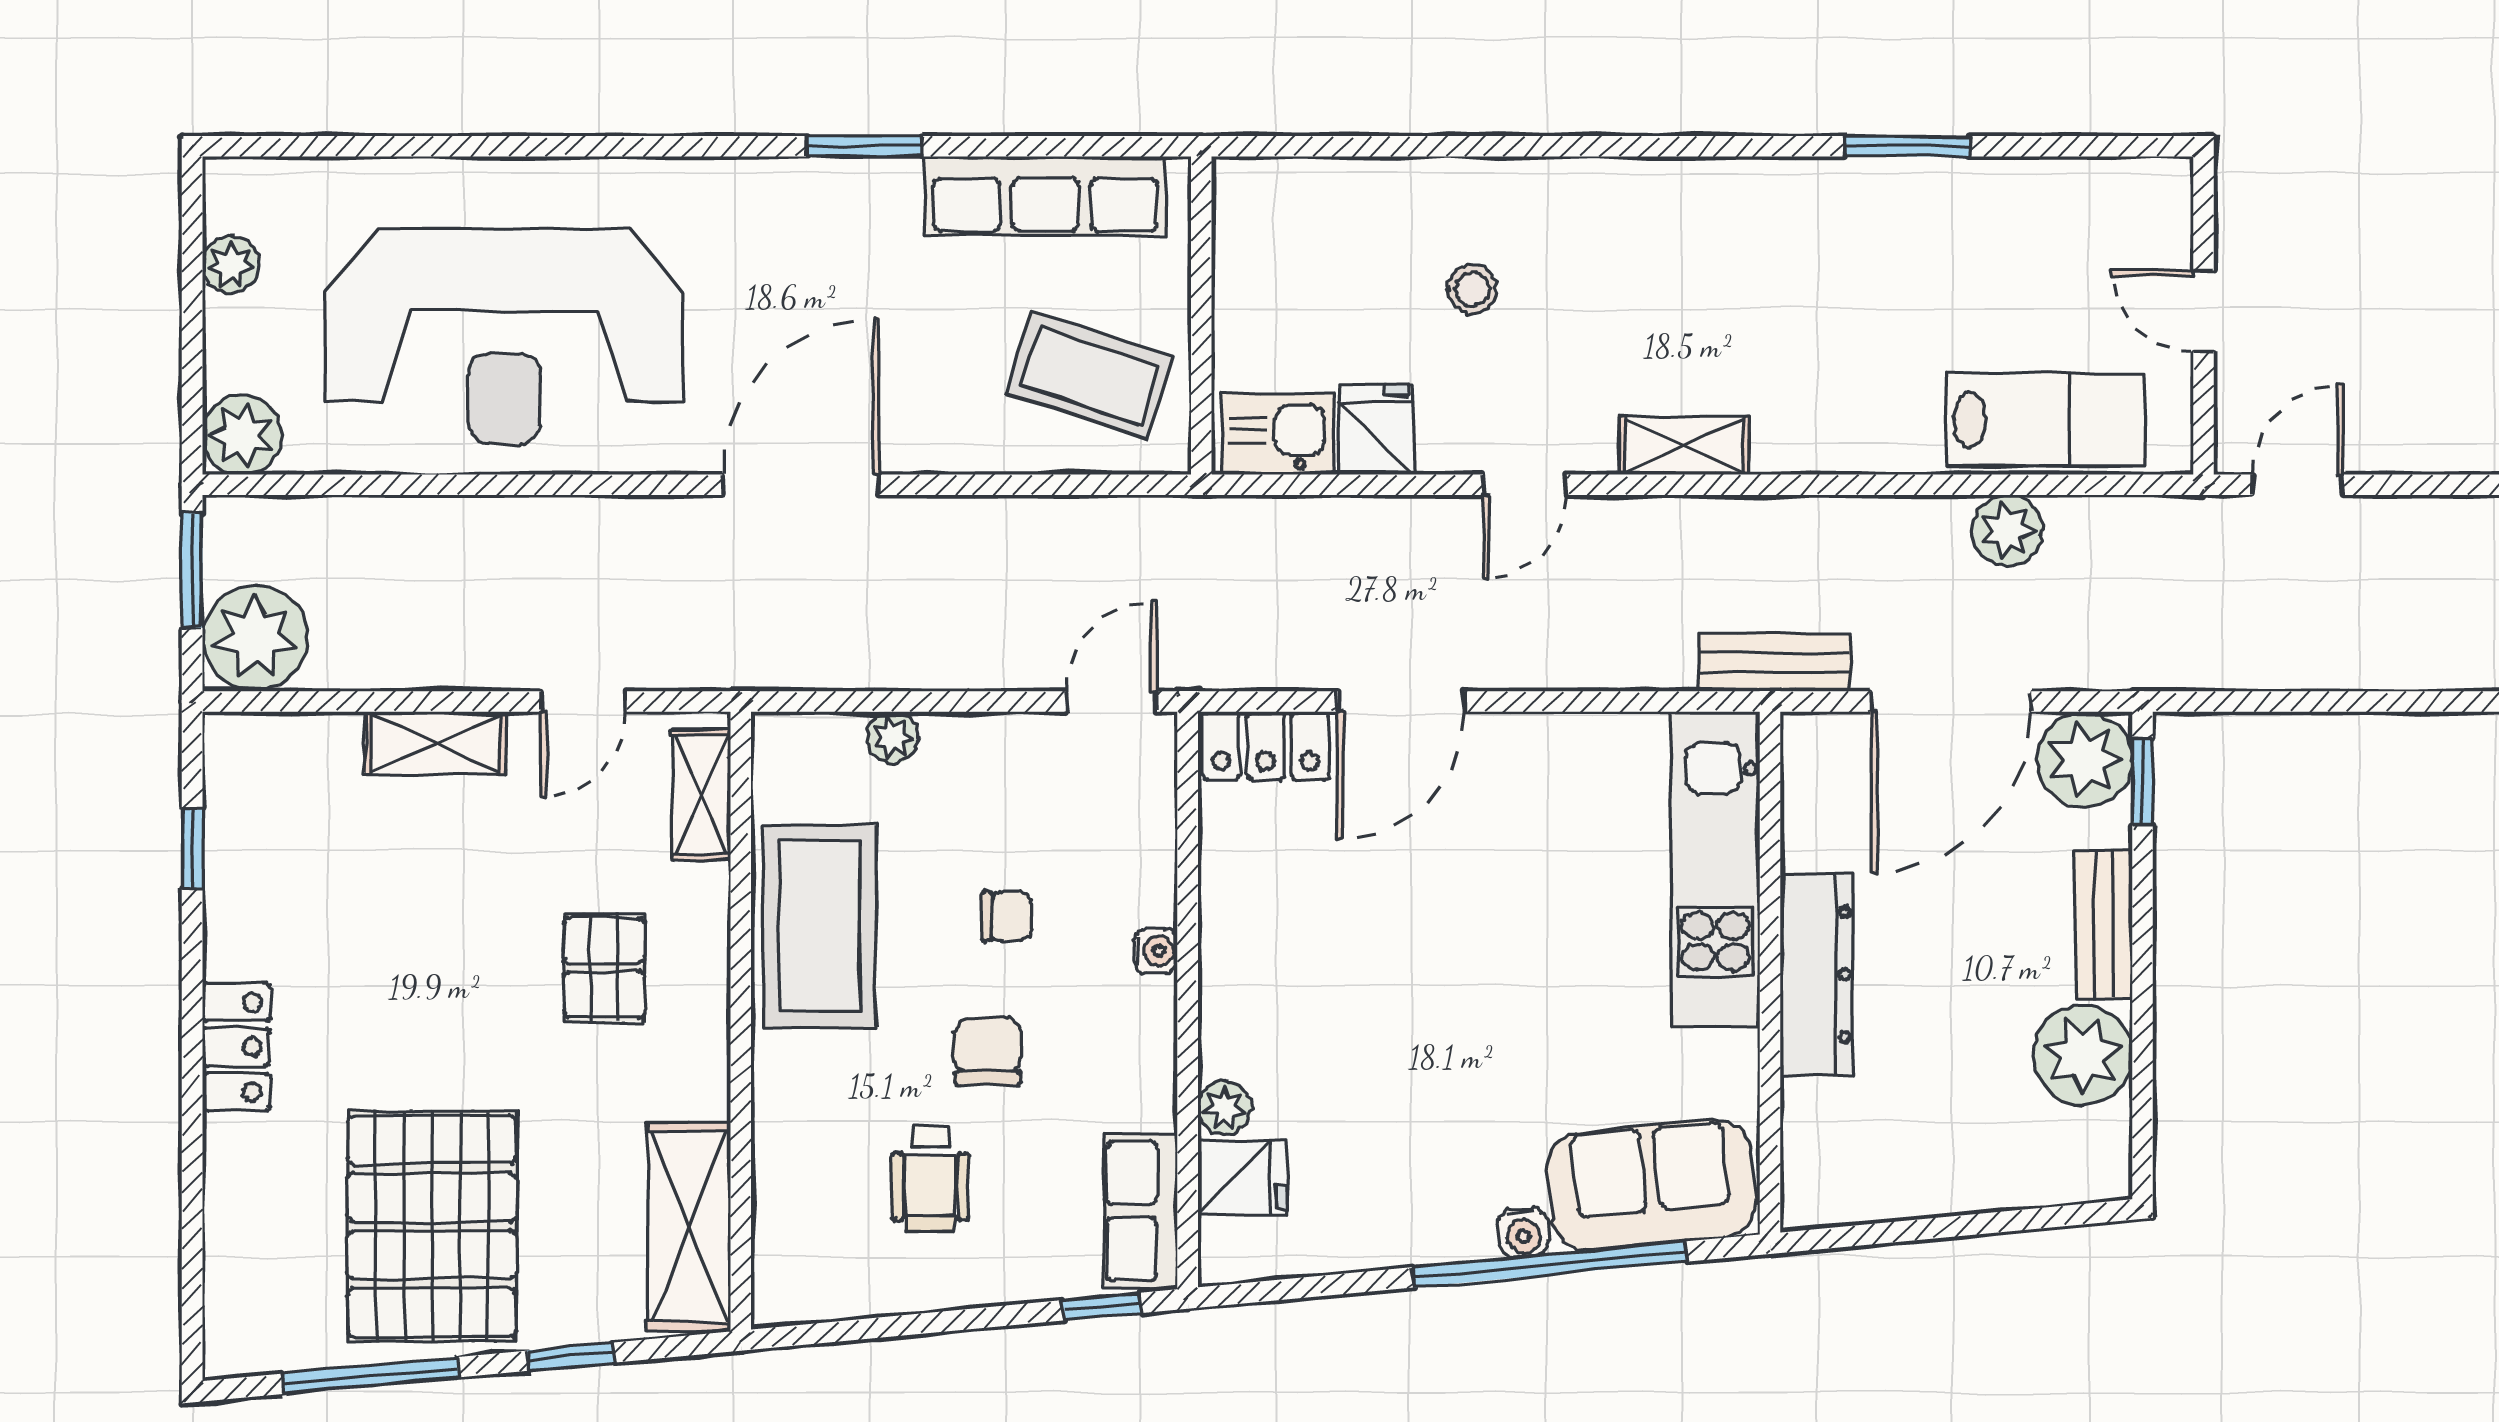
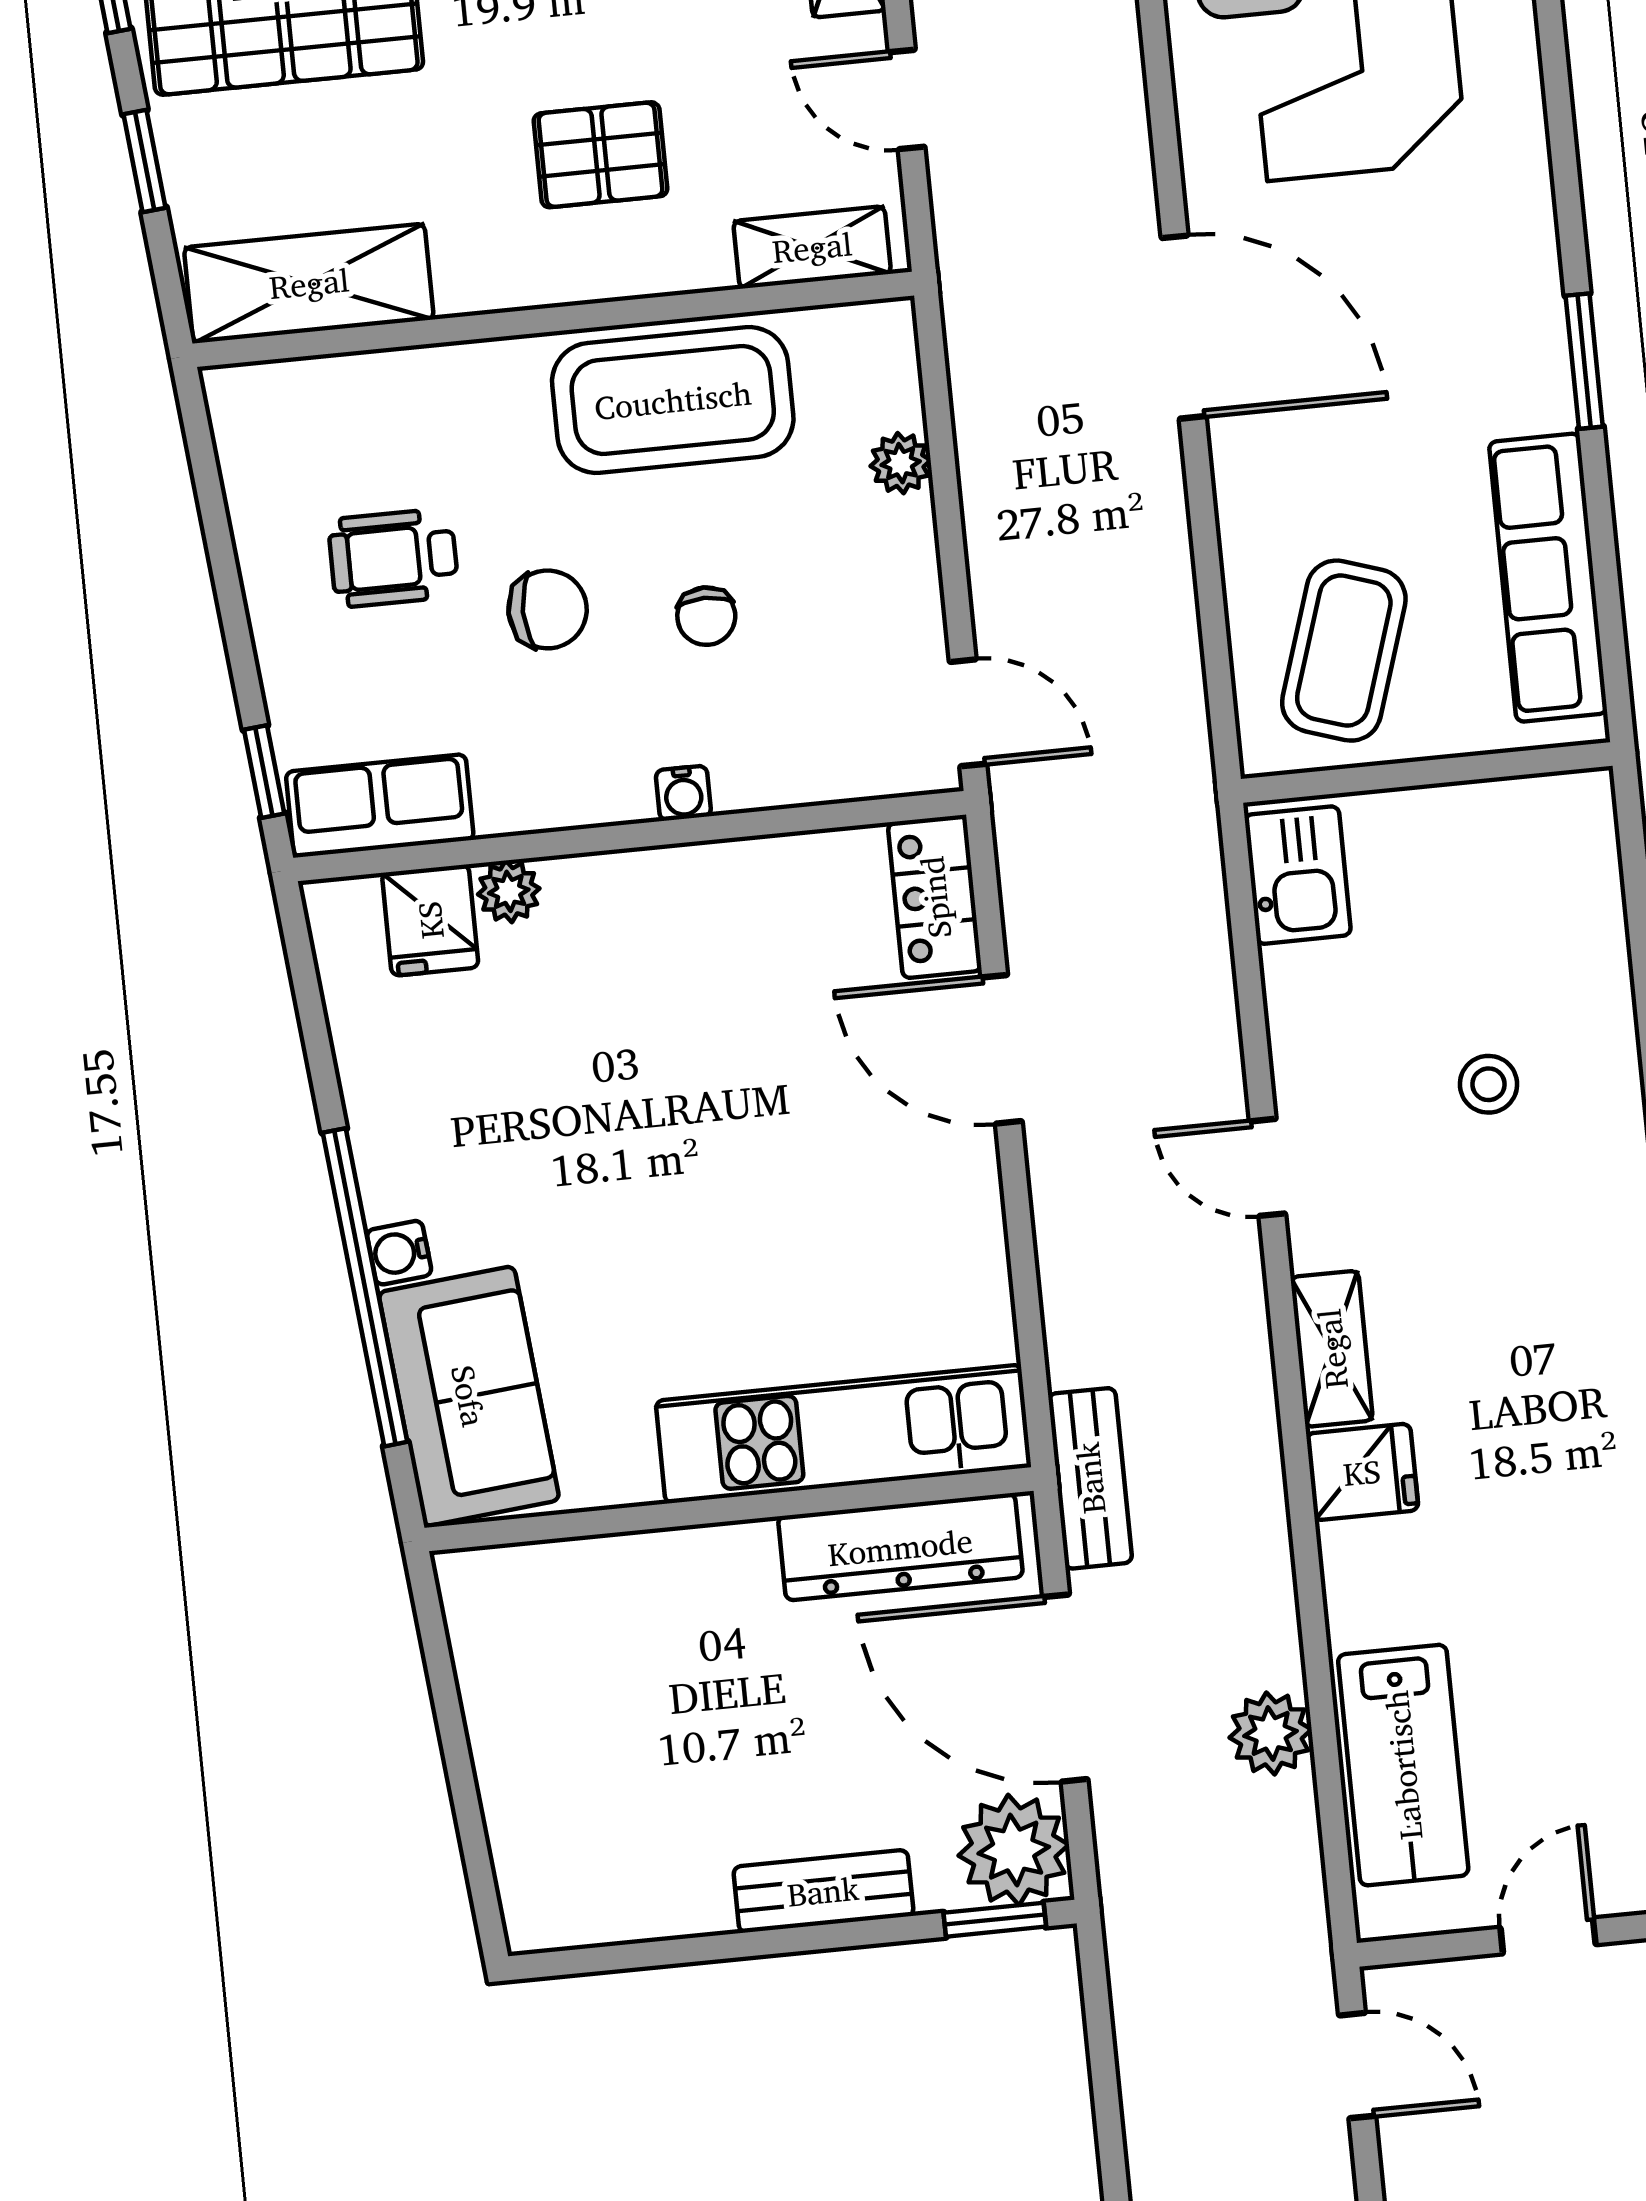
fridge: (1376, 430) -> (1362, 1472), moved
dresser: (1817, 974) -> (900, 1547), moved
plant: (2083, 1055) -> (670, 1882), removed

